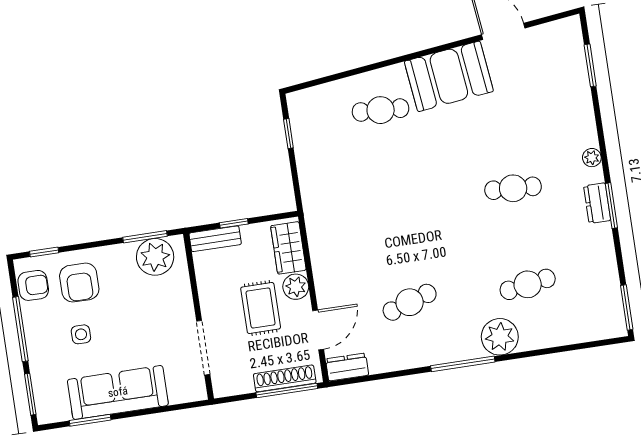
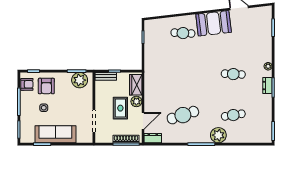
cafe table: (410, 302) -> (183, 115), width x1.37, depth x1.35

